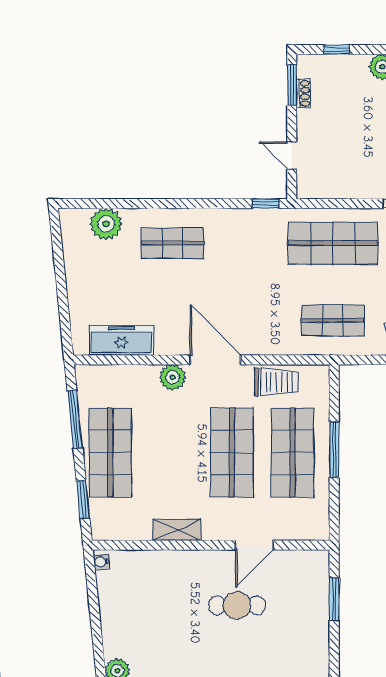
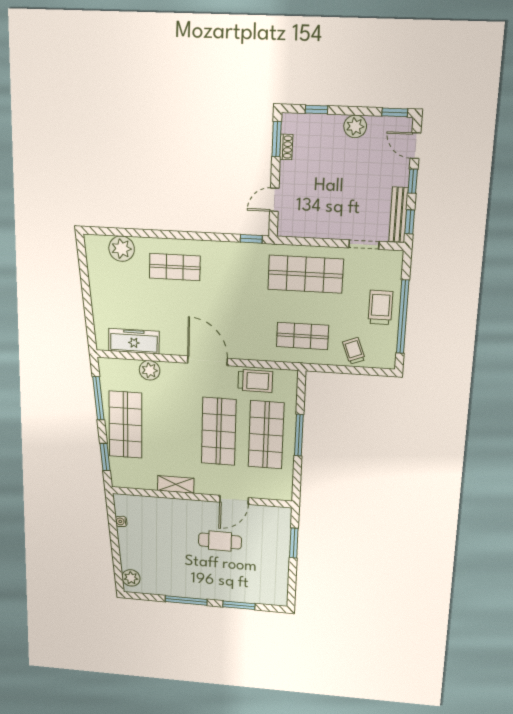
door: (292, 155) -> (274, 200), hinge flipped
plant: (173, 377) -> (150, 370), moved
water cooler: (101, 562) -> (121, 521), moved

